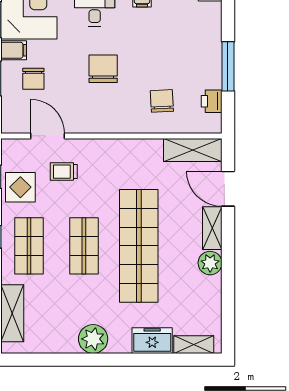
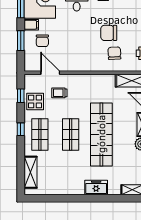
chair: (103, 69) -> (109, 33), moved, turned -90
plant: (93, 339) -> (76, 187), removed
freezer: (152, 341) -> (96, 188), moved

